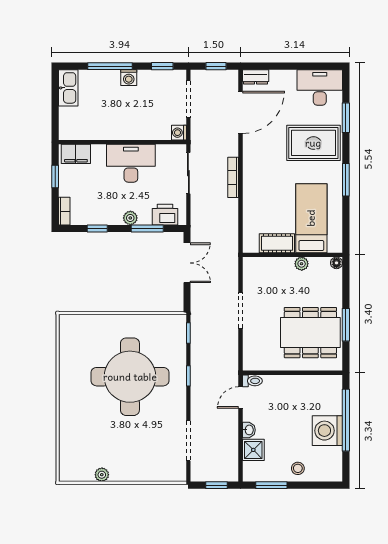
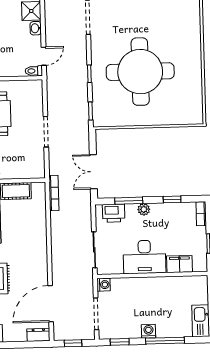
filing cabinet: (76, 154) -> (180, 264), moved
bookcase: (233, 177) -> (54, 193), moved

